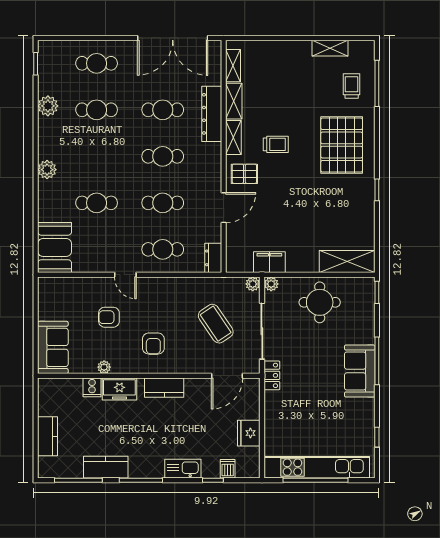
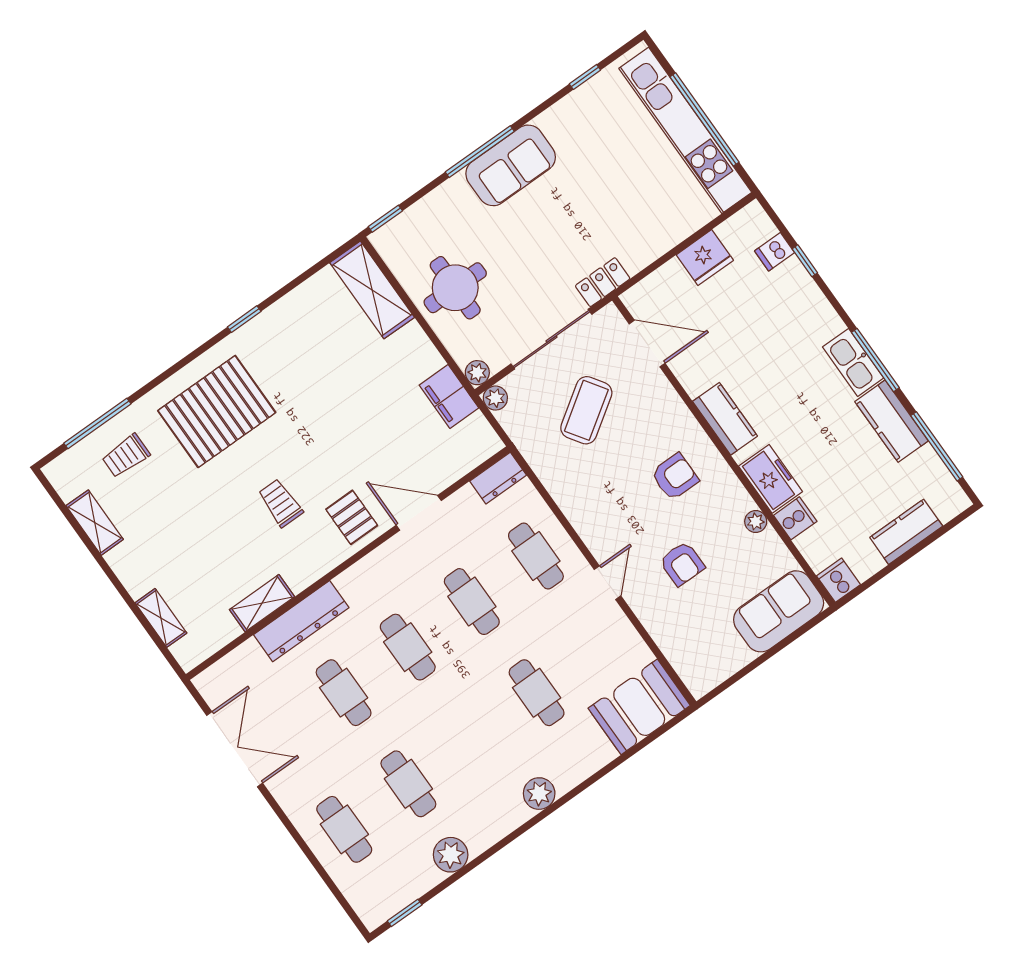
double door: (173, 38) -> (235, 749), width x0.73
shelving: (233, 66) -> (161, 618), moved, turned 90
shelving: (233, 138) -> (313, 568), removed
cooker: (47, 387) -> (838, 580), added
kitchen sink: (183, 469) -> (853, 362), moved

